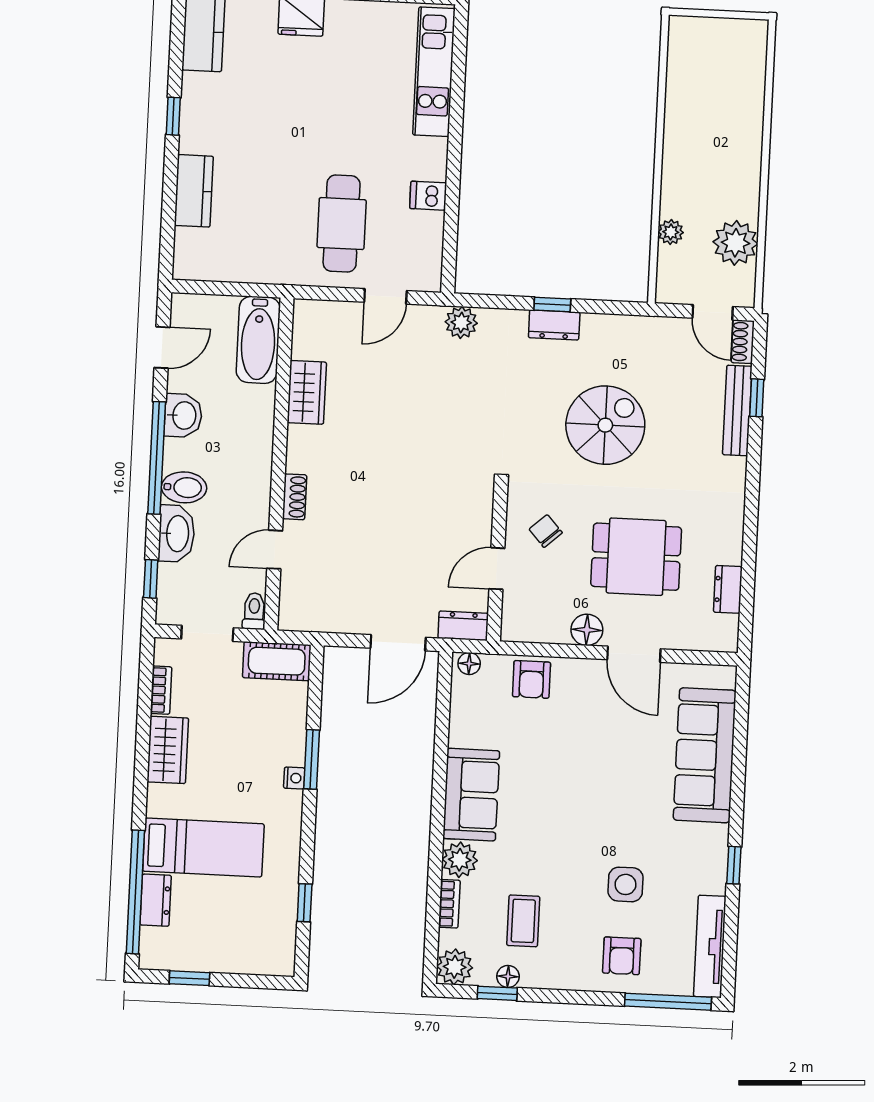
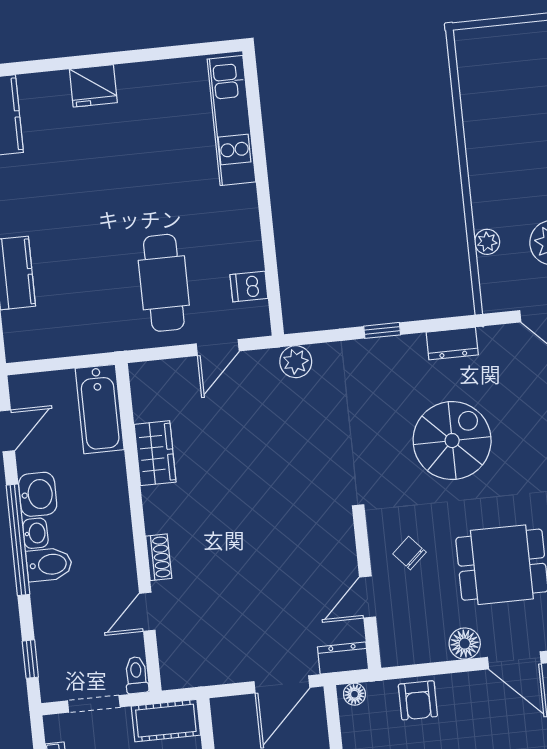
dishwasher: (428, 196) -> (249, 286), moved
dresser: (554, 325) -> (452, 343), moved
washbasin: (177, 534) -> (35, 533), moved, width x0.52, depth x0.69

